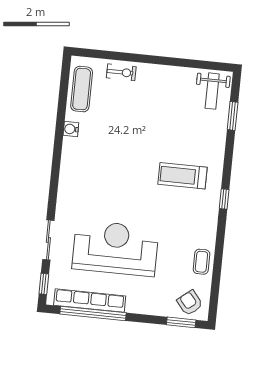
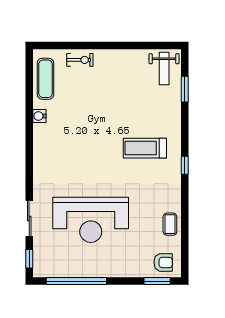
reception desk: (115, 248) -> (91, 220), turned 180
row of seats: (90, 301) -> (72, 270), removed
armchair: (190, 303) -> (163, 262), turned 129

